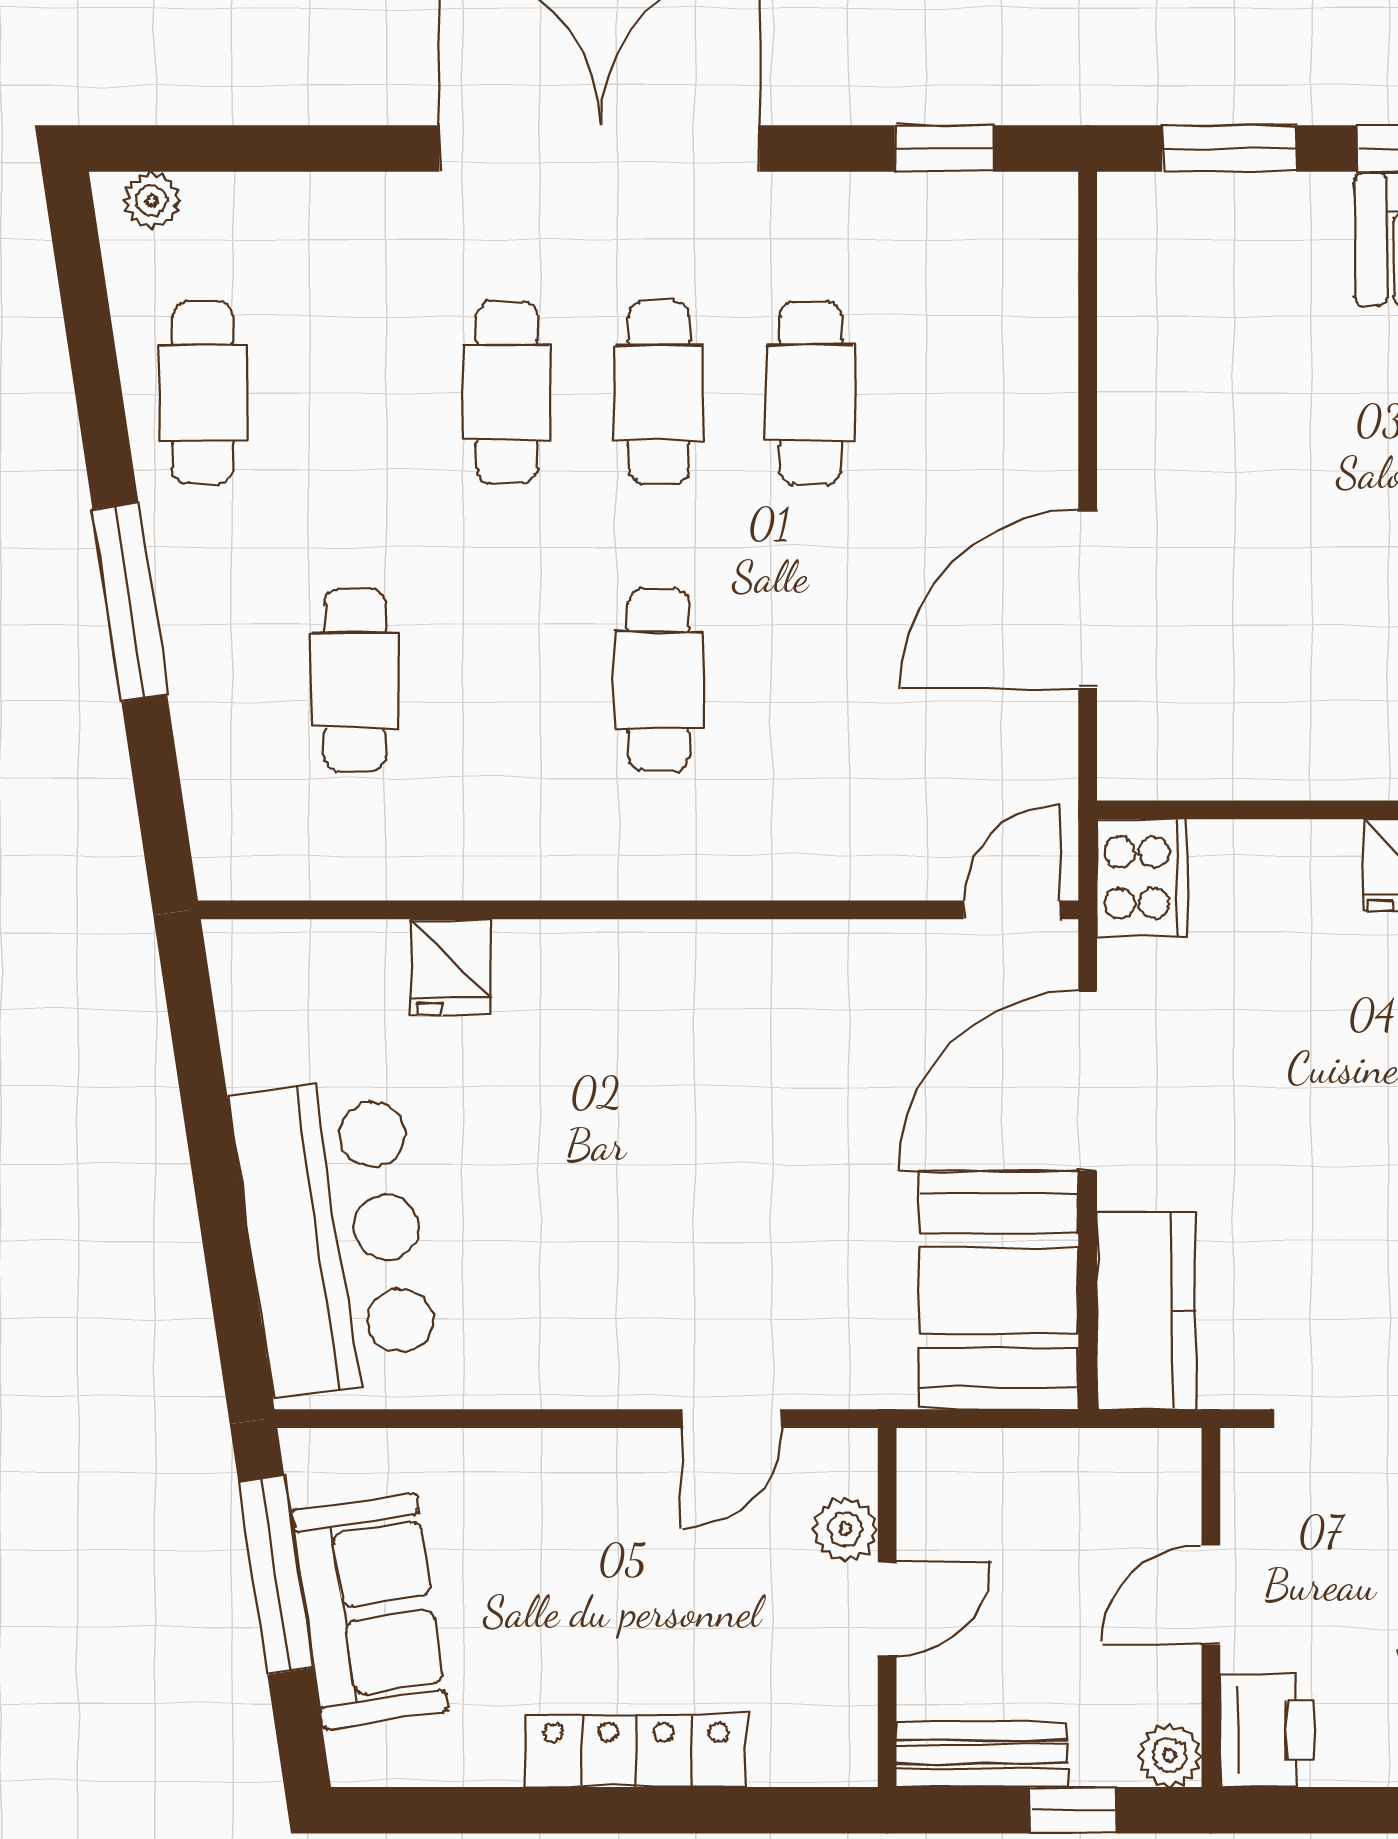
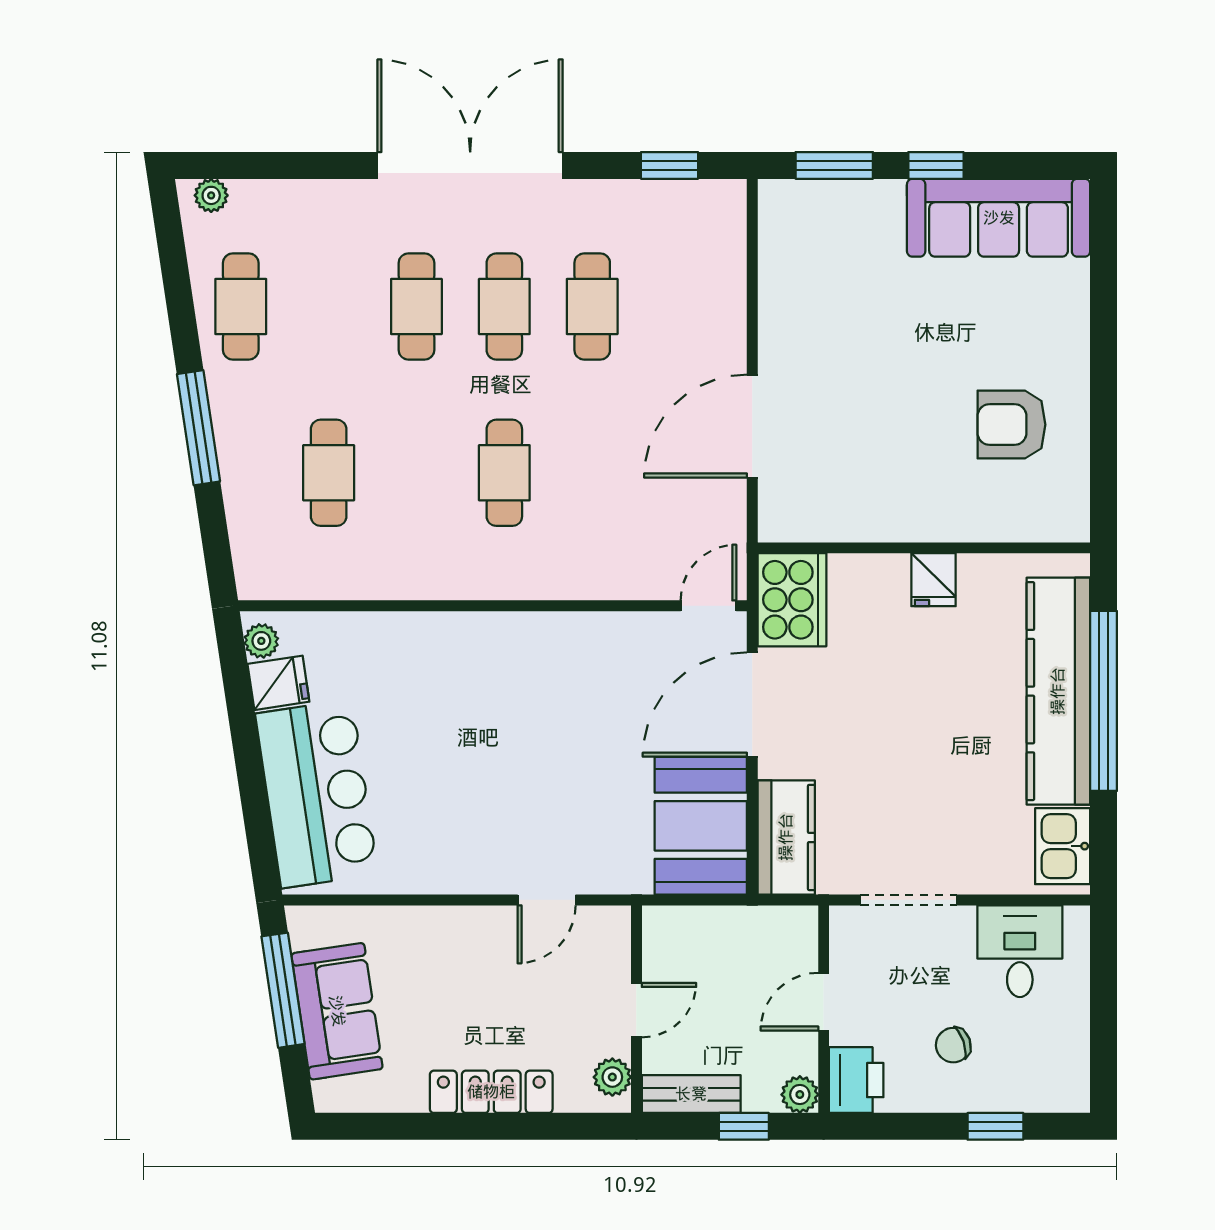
cooker: (1142, 878) -> (792, 600), width x1.37, depth x1.31
fridge: (451, 967) -> (278, 683), moved, turned -99
plant: (238, 971) -> (261, 641), added
plant: (845, 1529) -> (612, 1077), moved

